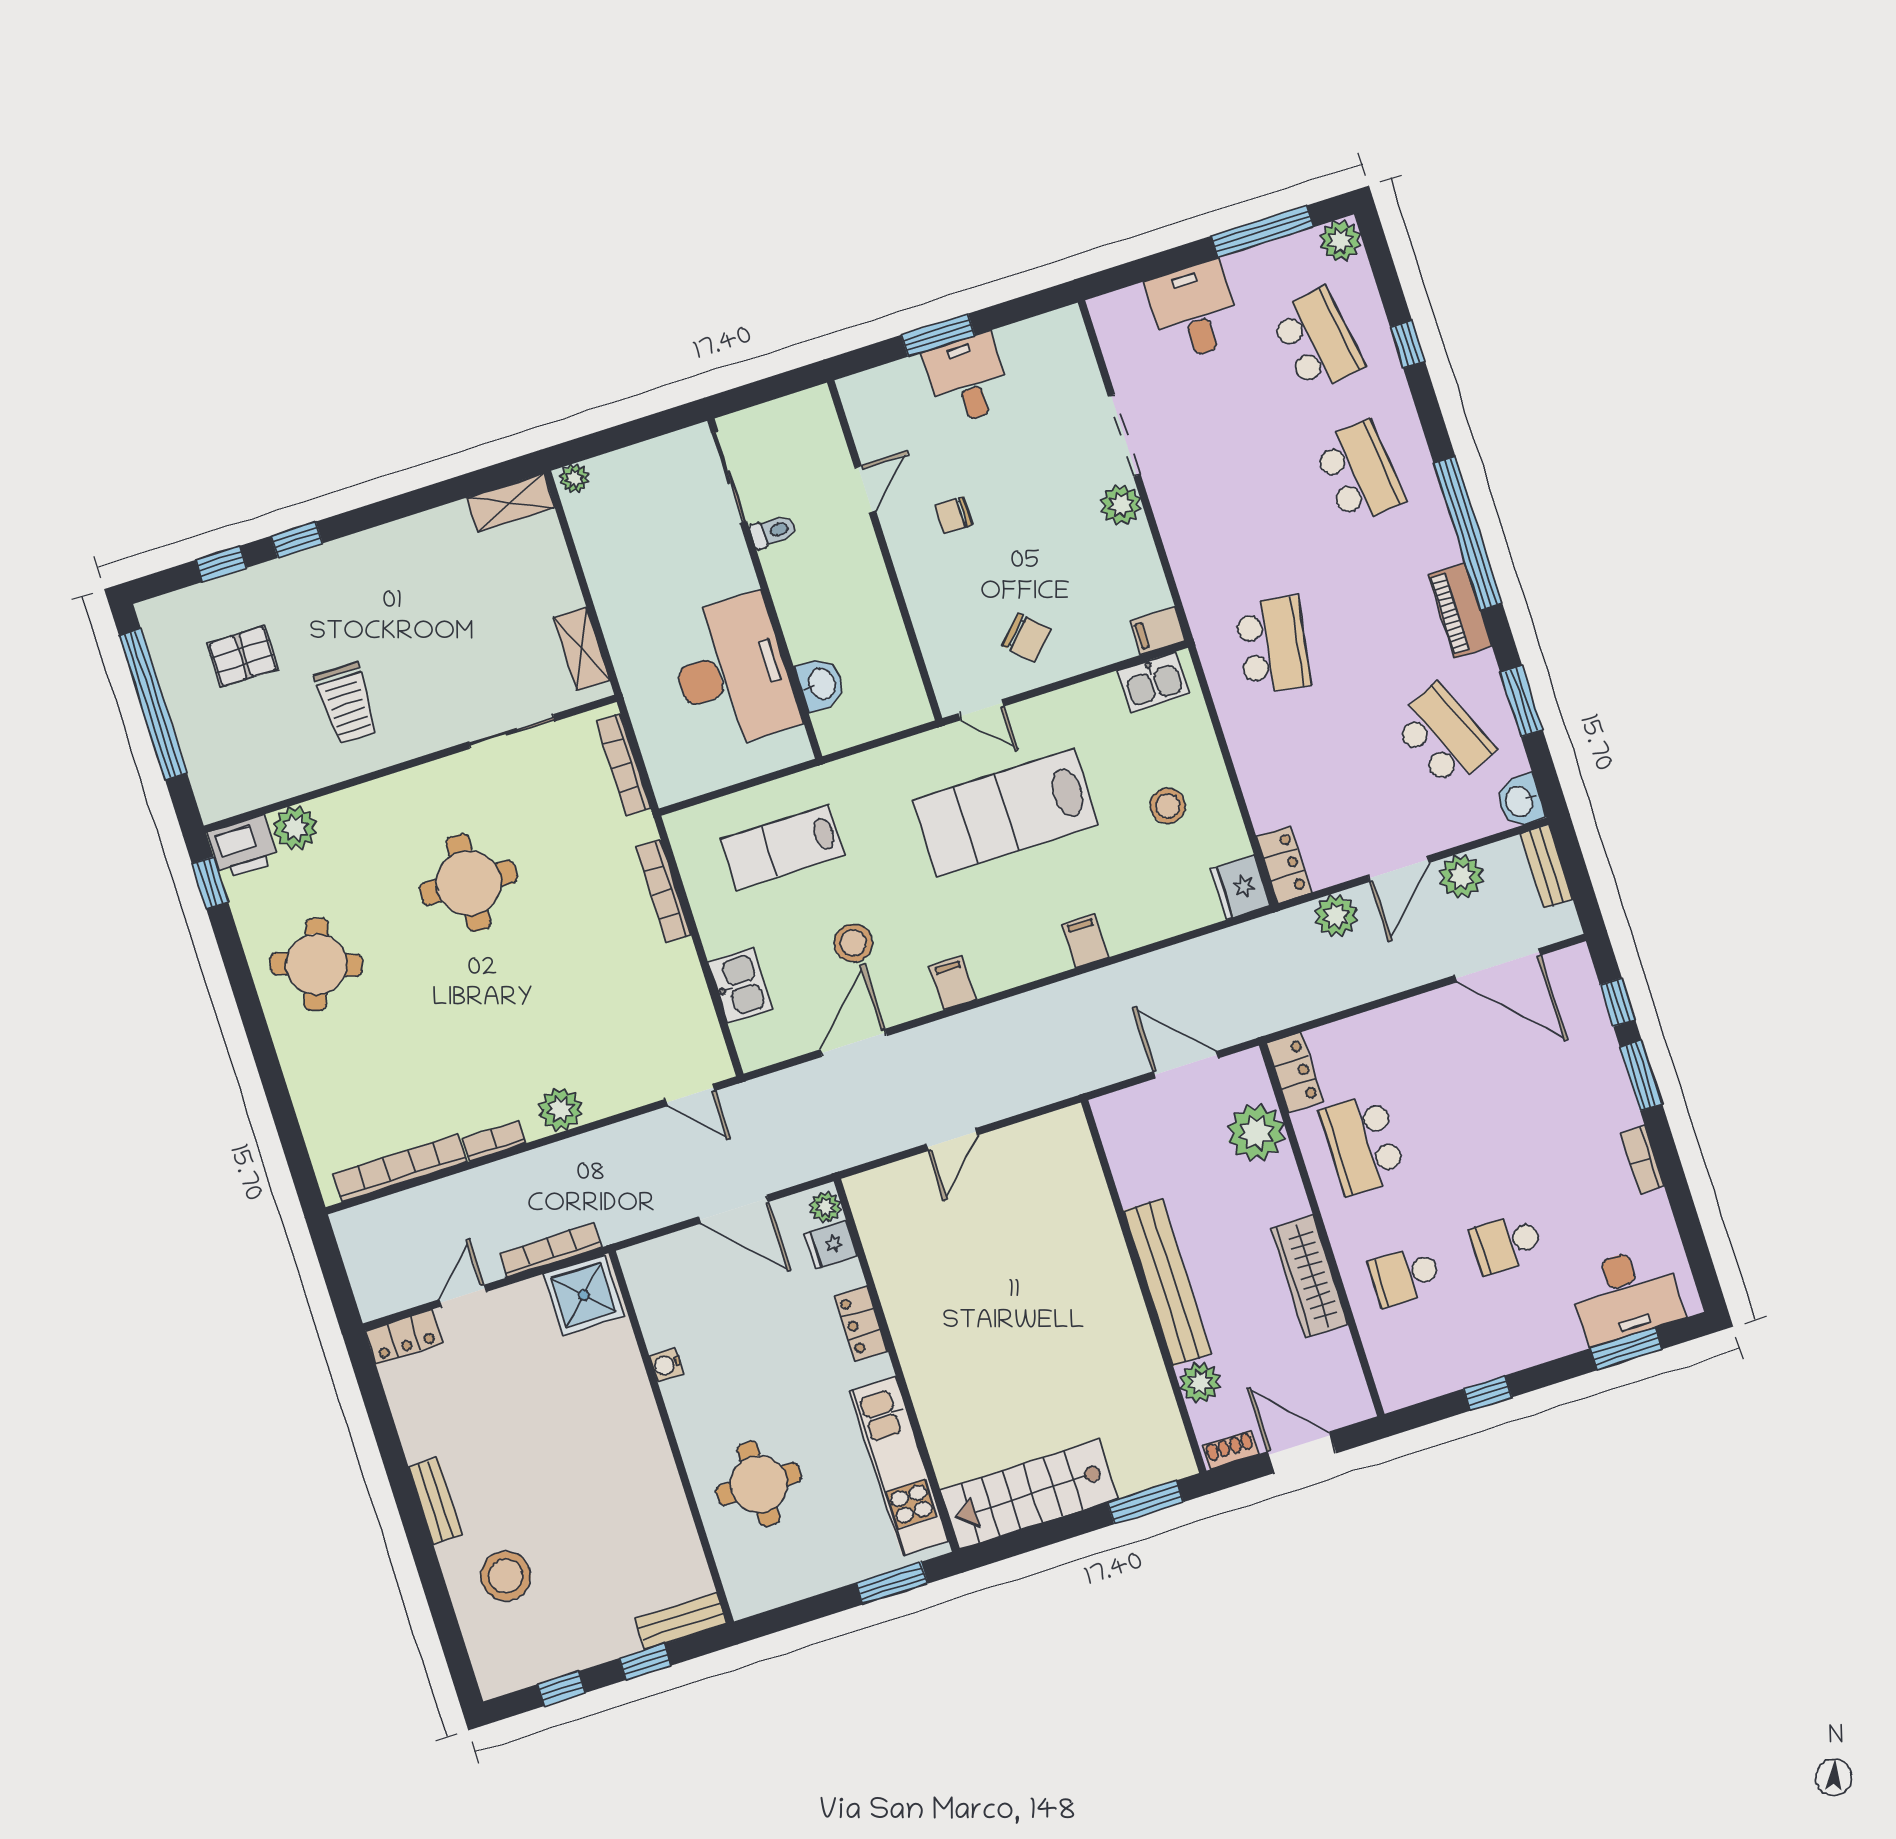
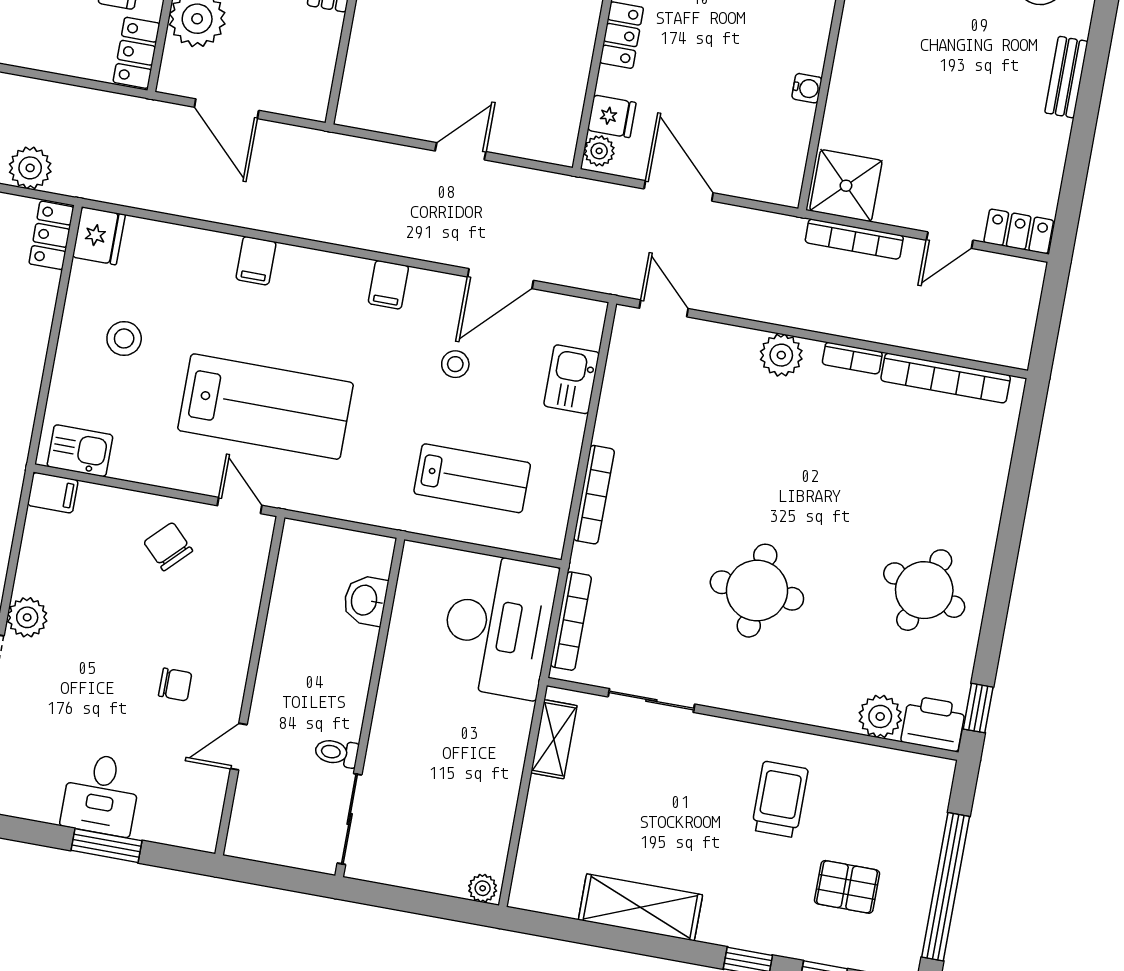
shelving: (511, 503) -> (640, 907), moved, width x1.50, depth x1.33
desk: (732, 672) -> (498, 626), moved, turned 180
stool: (853, 943) -> (455, 364), width x0.73, depth x0.73

